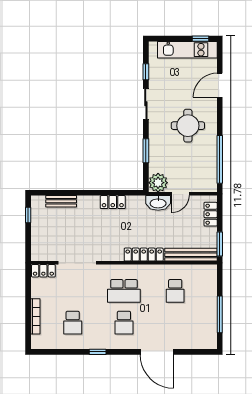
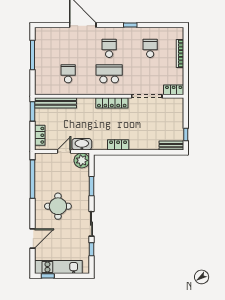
bench: (61, 201) -> (171, 146), moved
locker: (144, 255) -> (112, 103), moved

